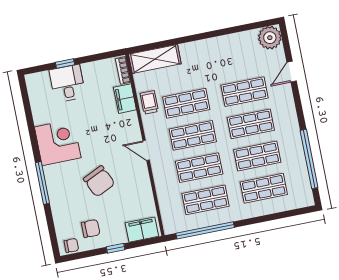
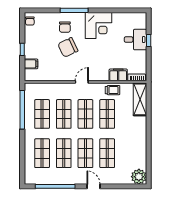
door: (292, 72) -> (94, 186), moved
chair: (91, 229) -> (65, 27), moved
filing cabinet: (142, 230) -> (31, 64), width x0.50

